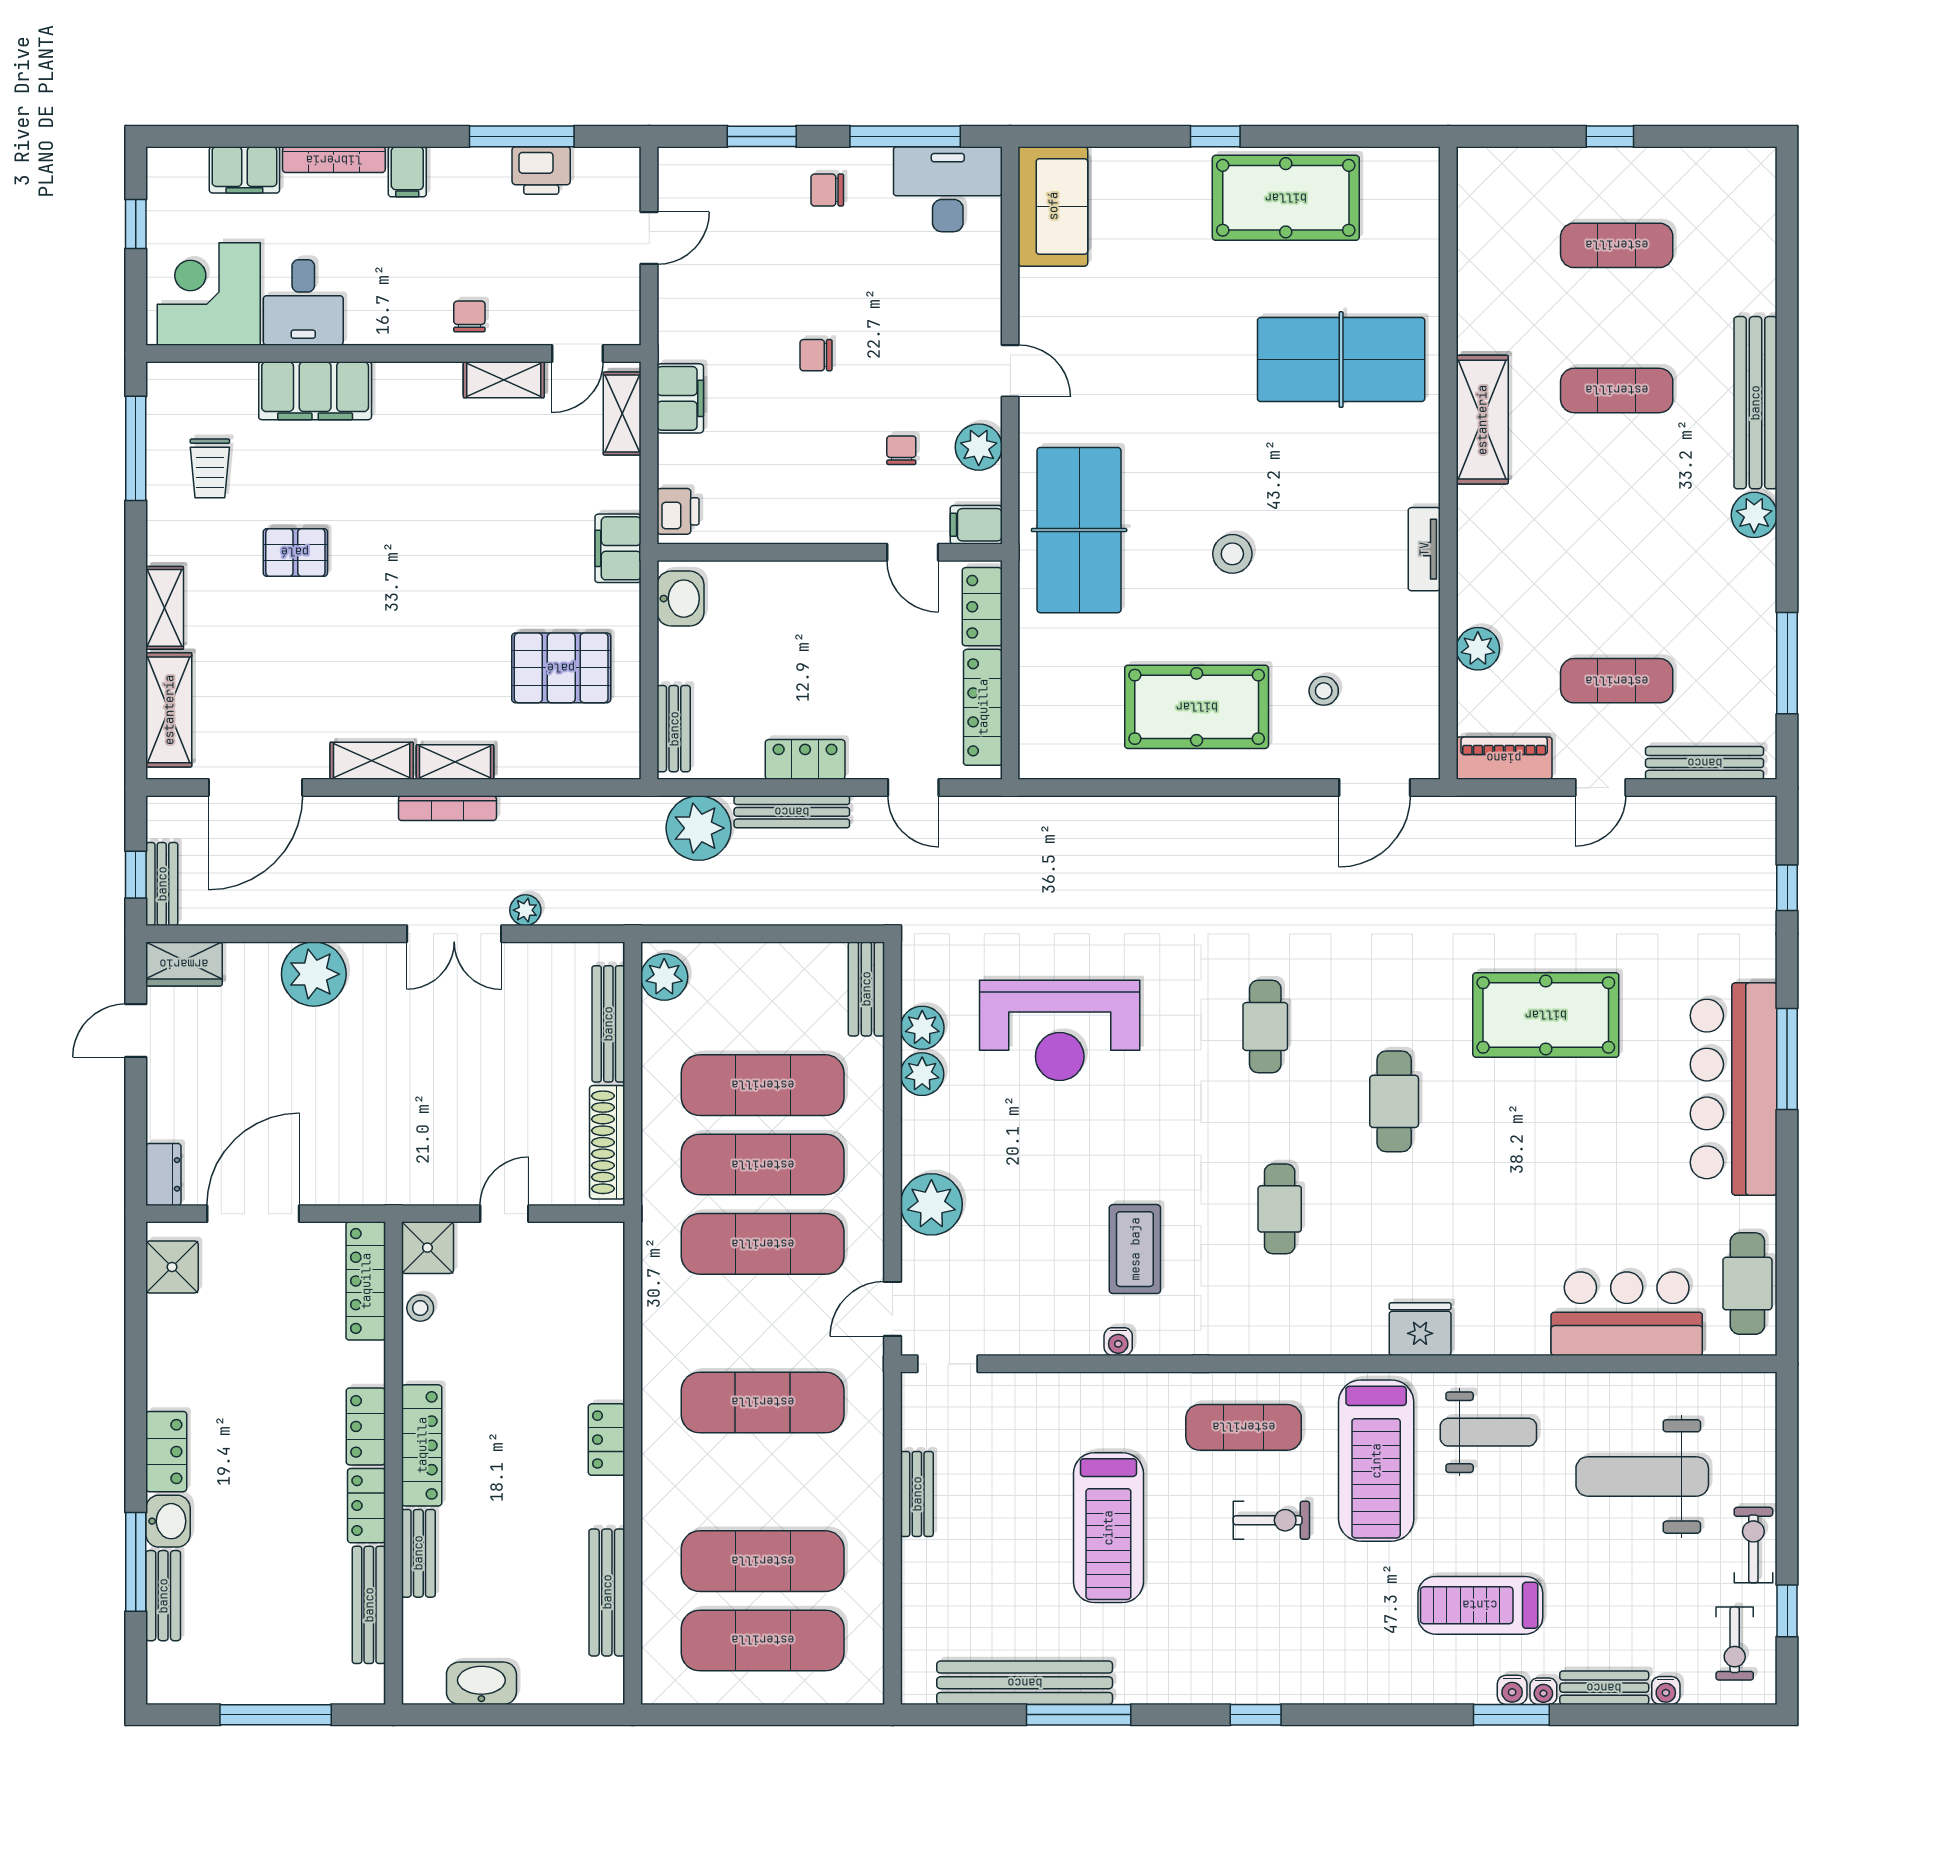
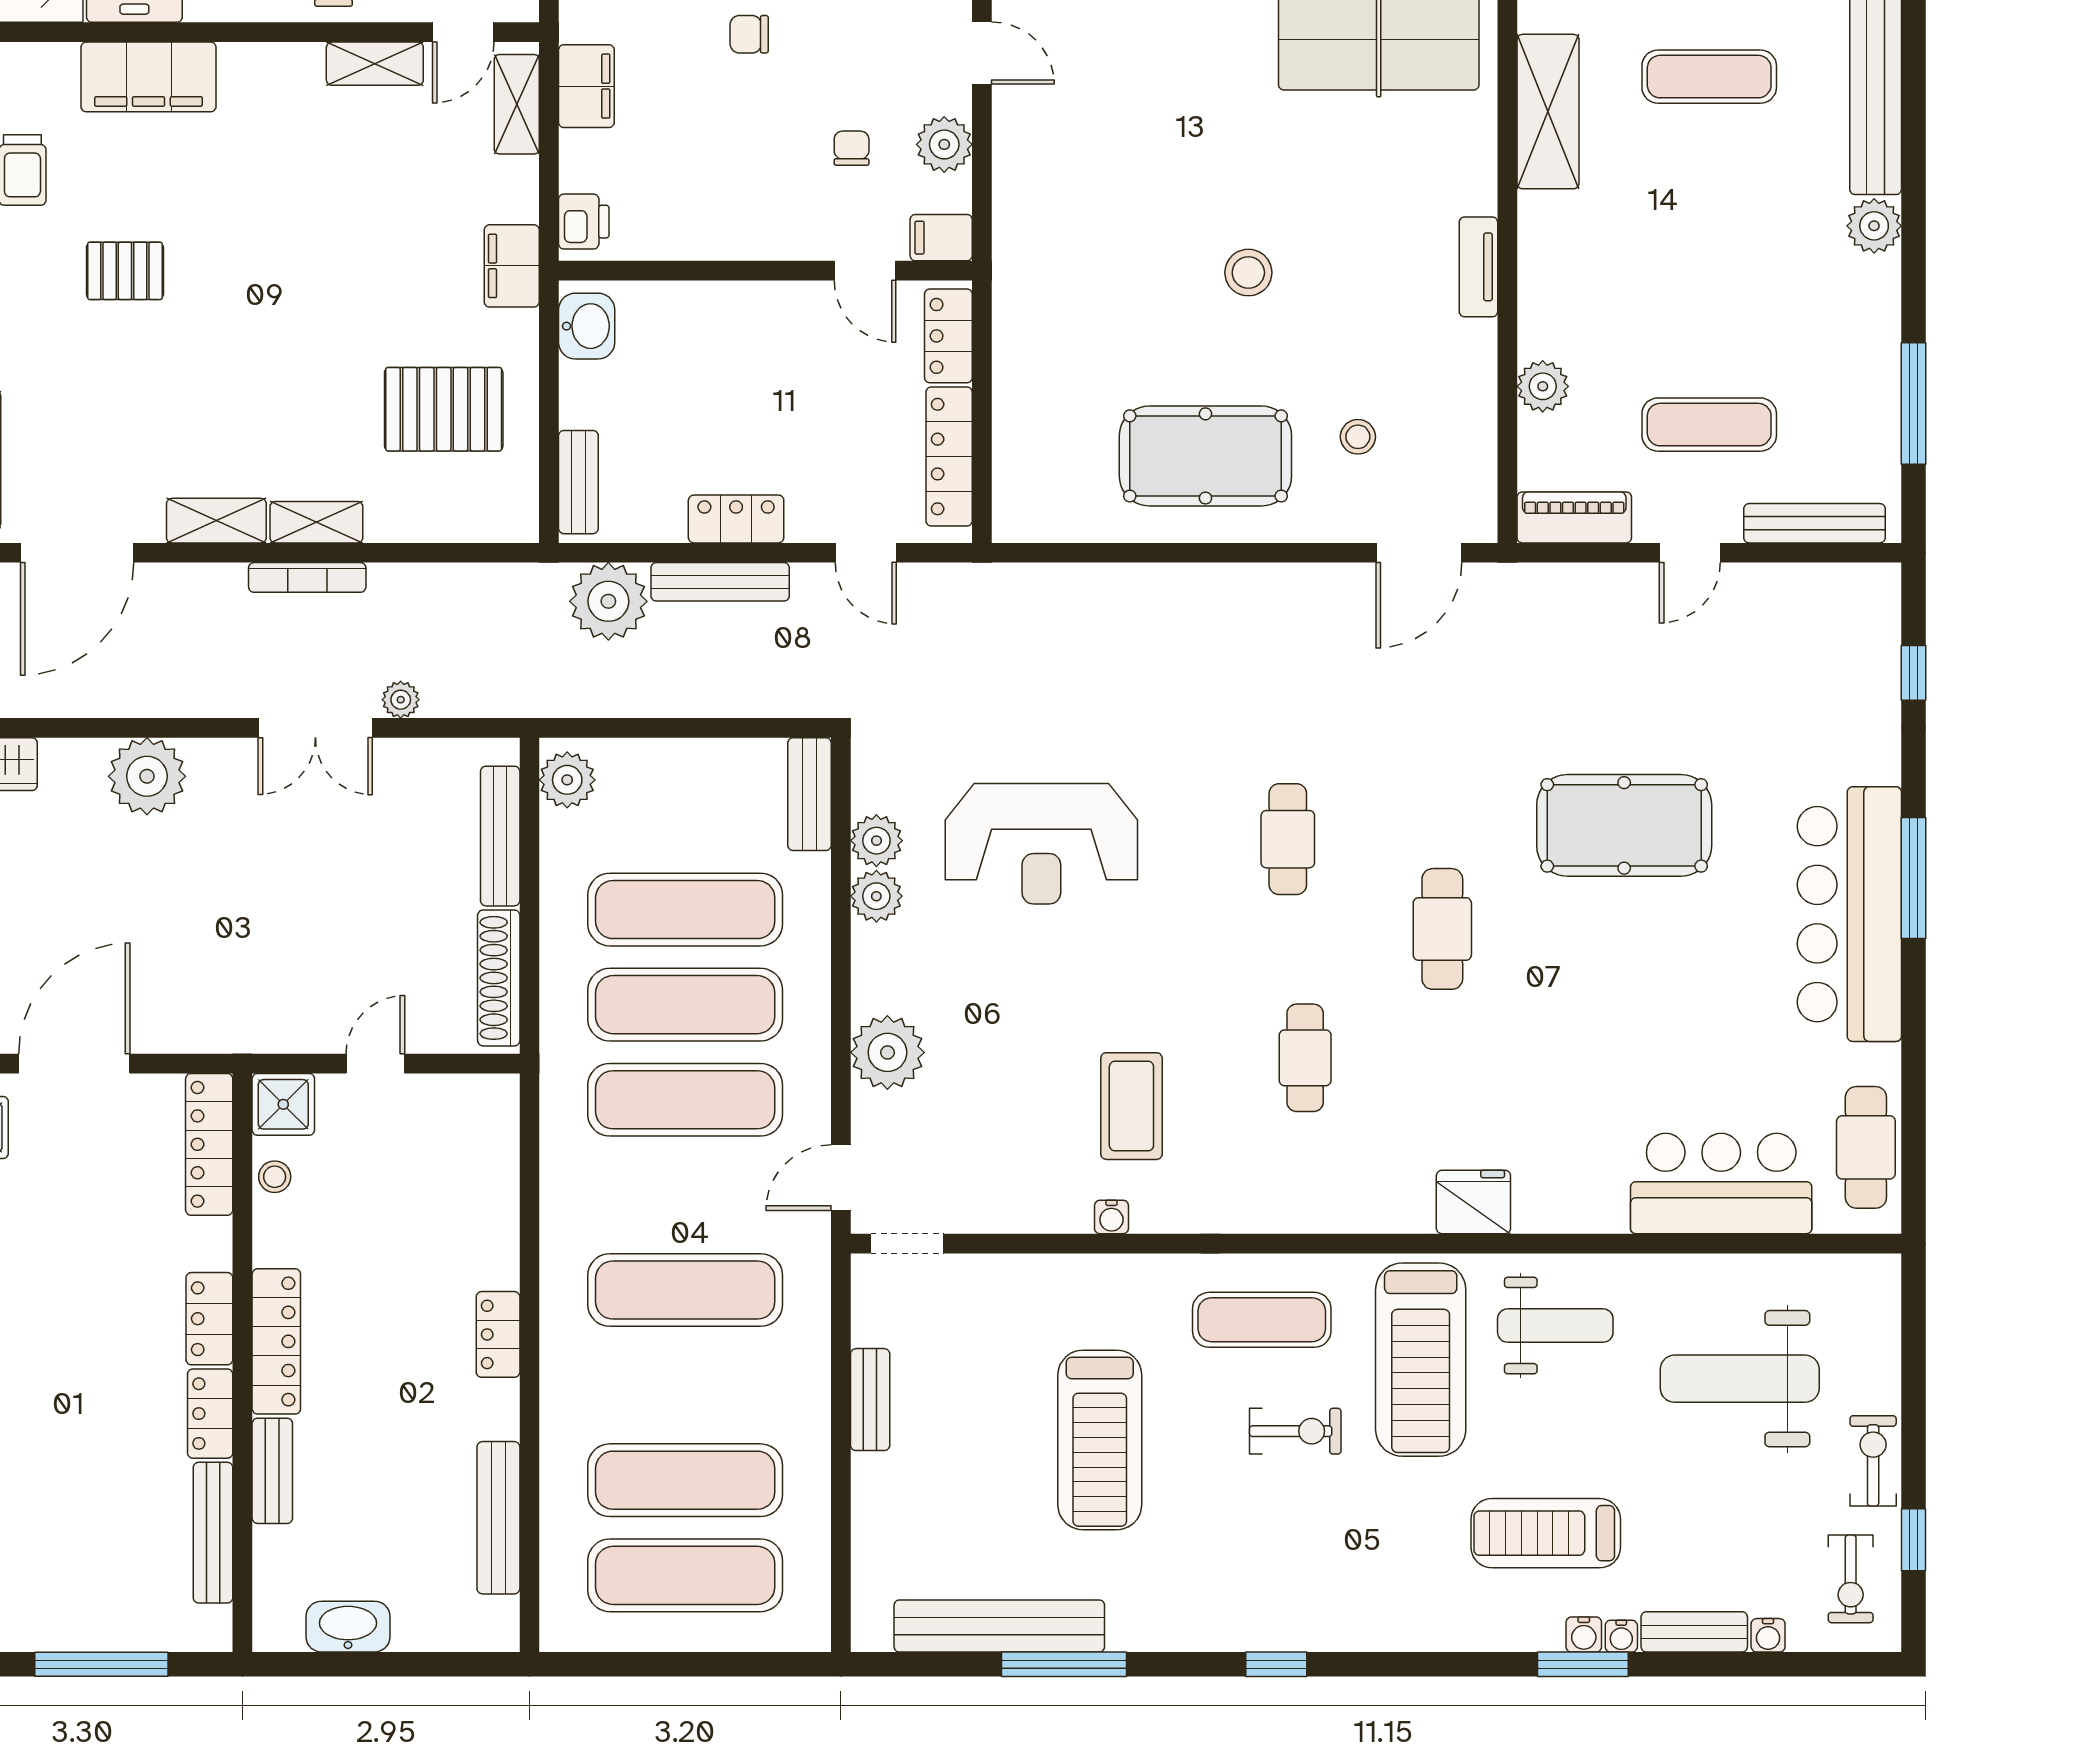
table tennis table: (1079, 530) -> (1065, 244), removed

